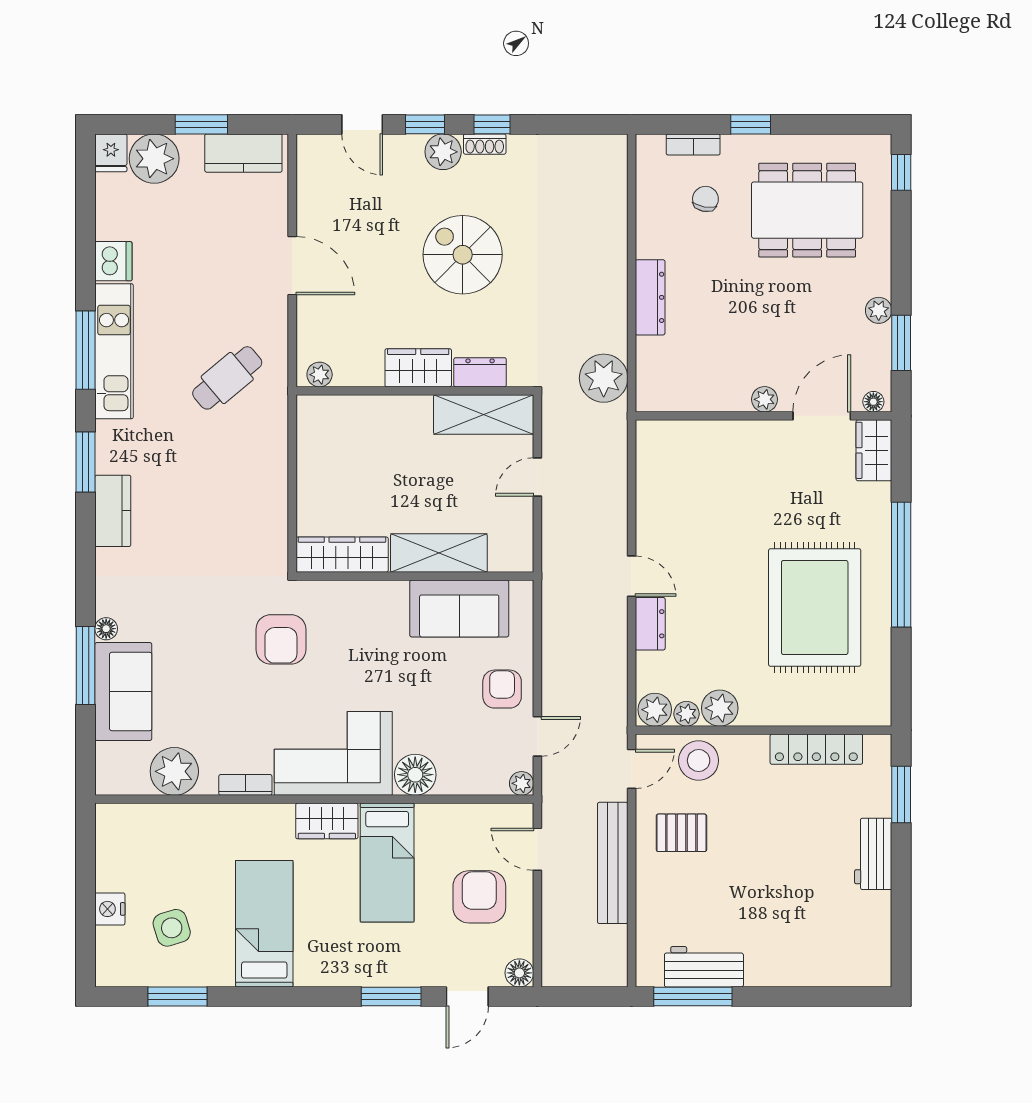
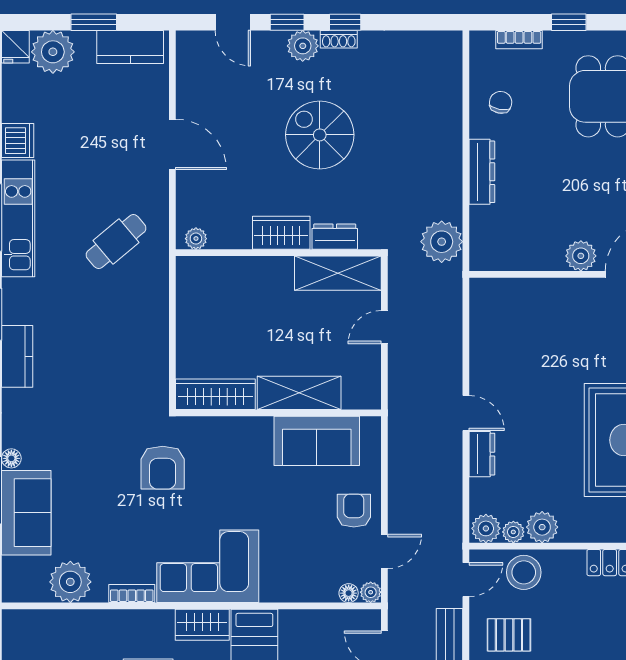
chair: (705, 199) -> (501, 102), moved
plant: (765, 399) -> (581, 256), width x1.38, depth x1.38
floor lamp: (415, 775) -> (349, 593), moved, width x0.53, depth x0.53

